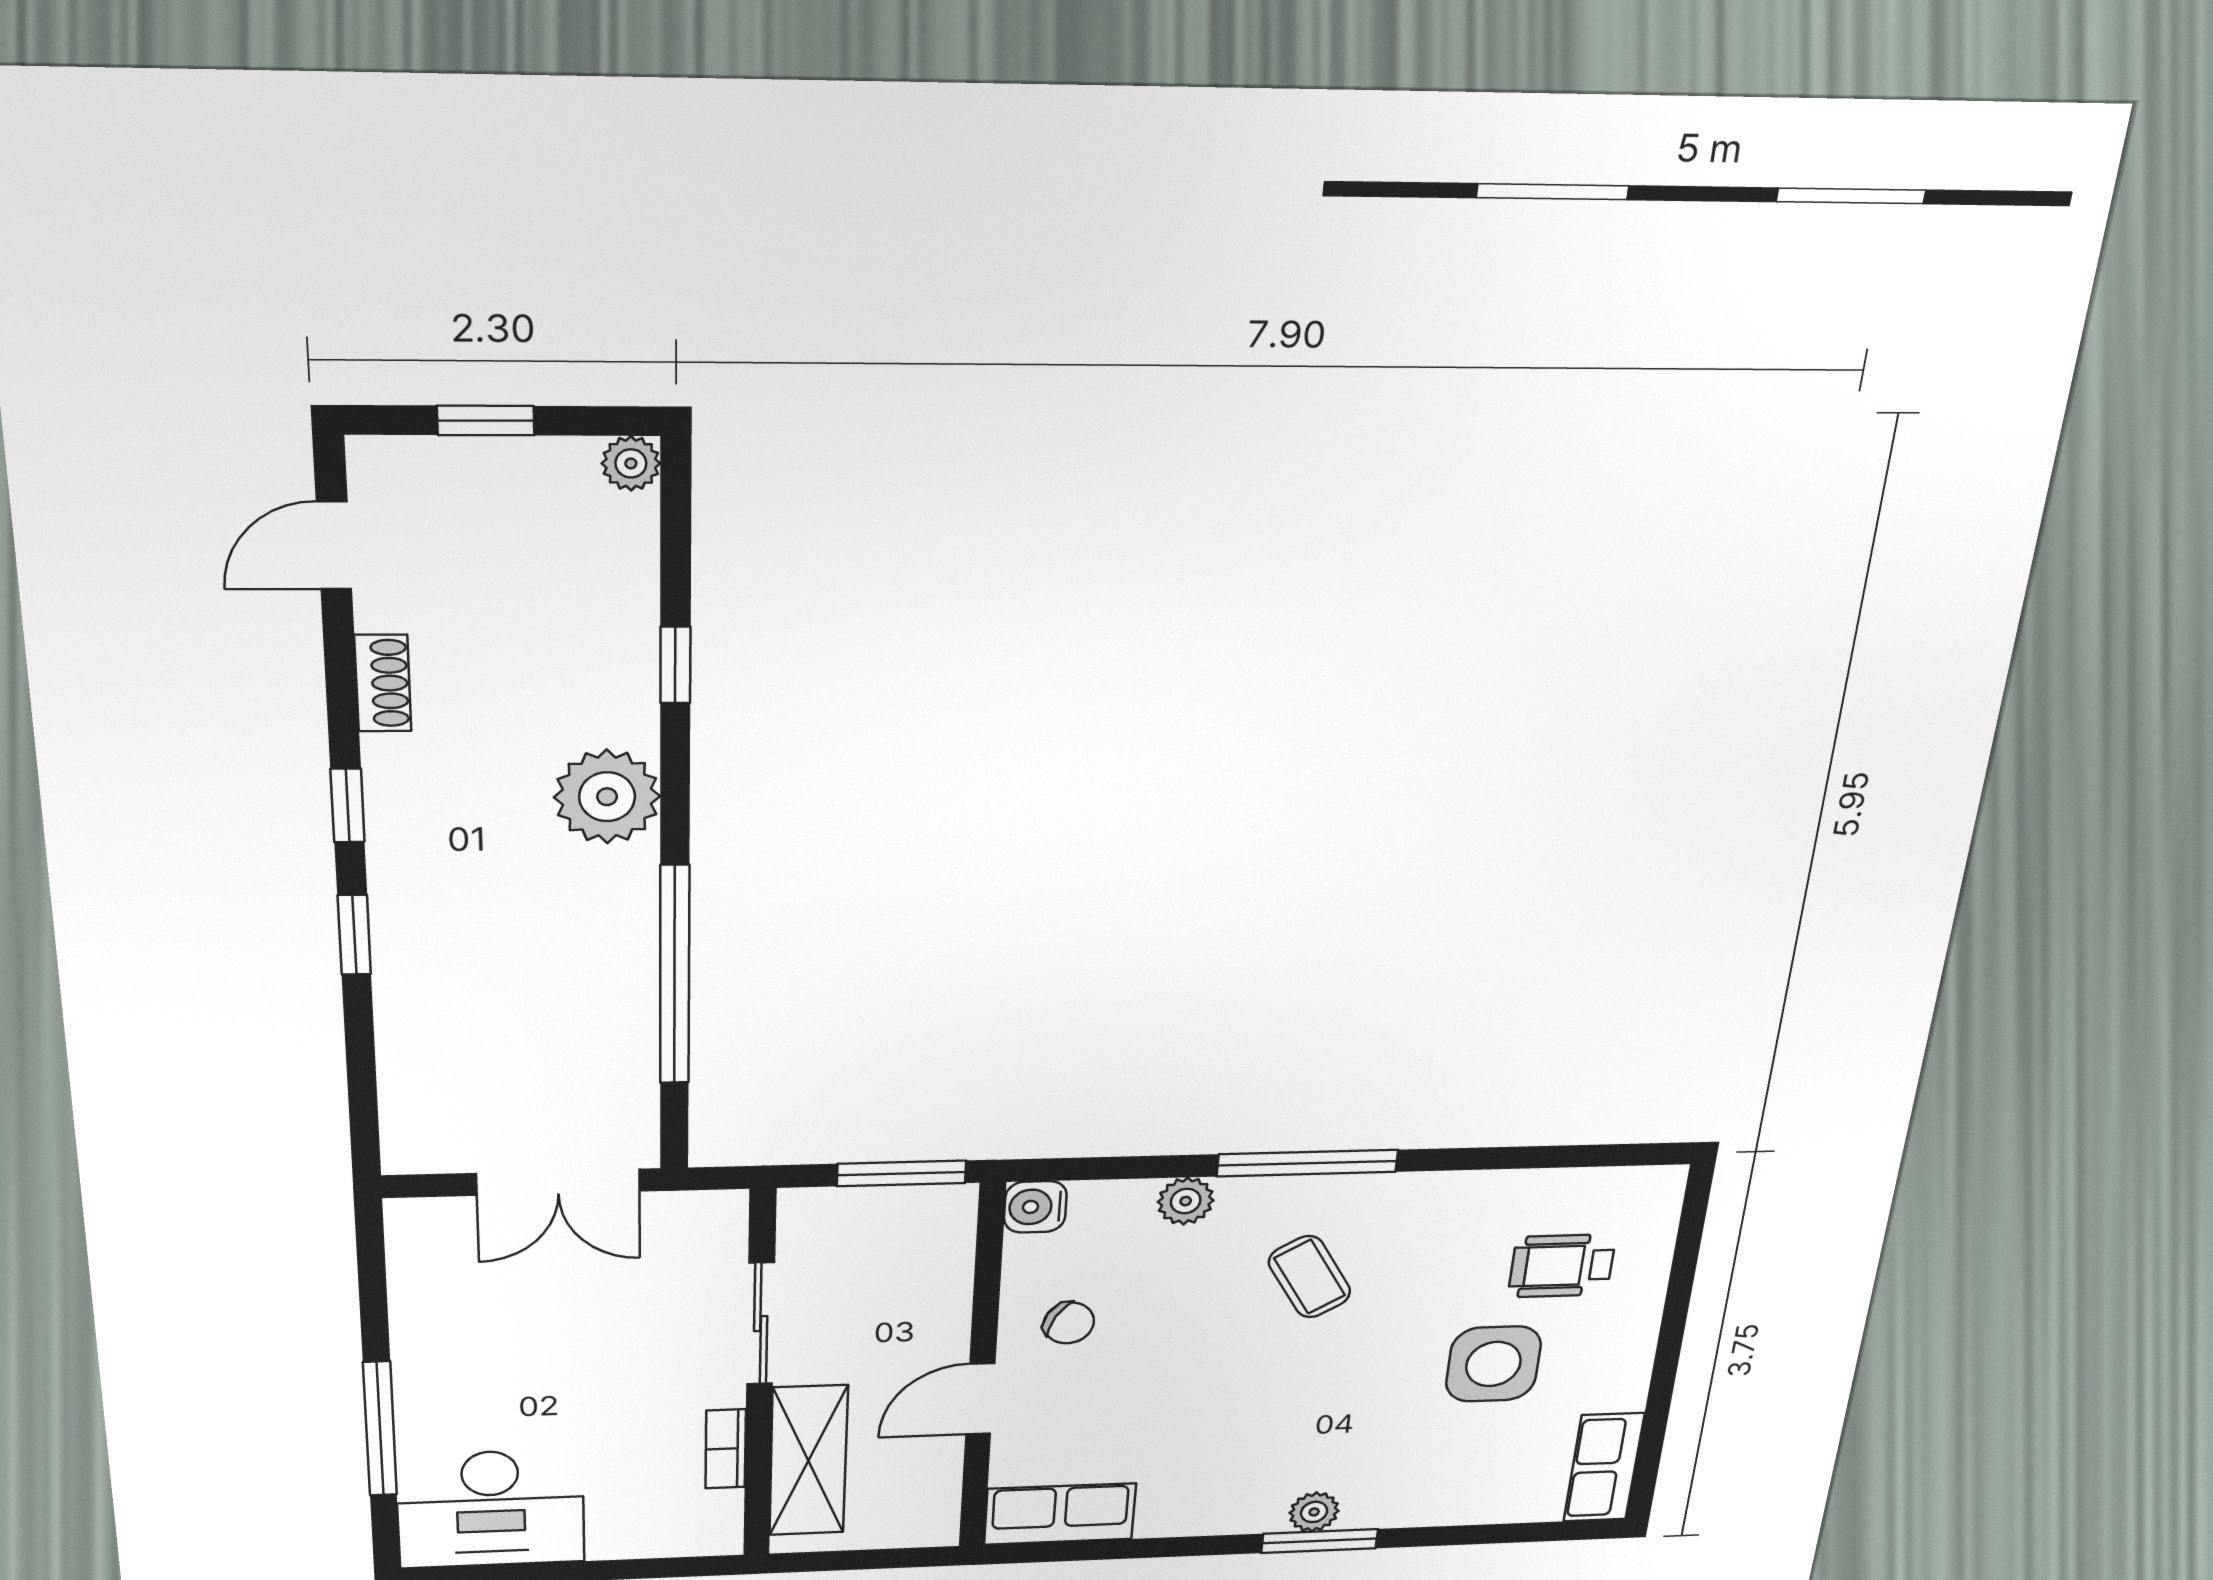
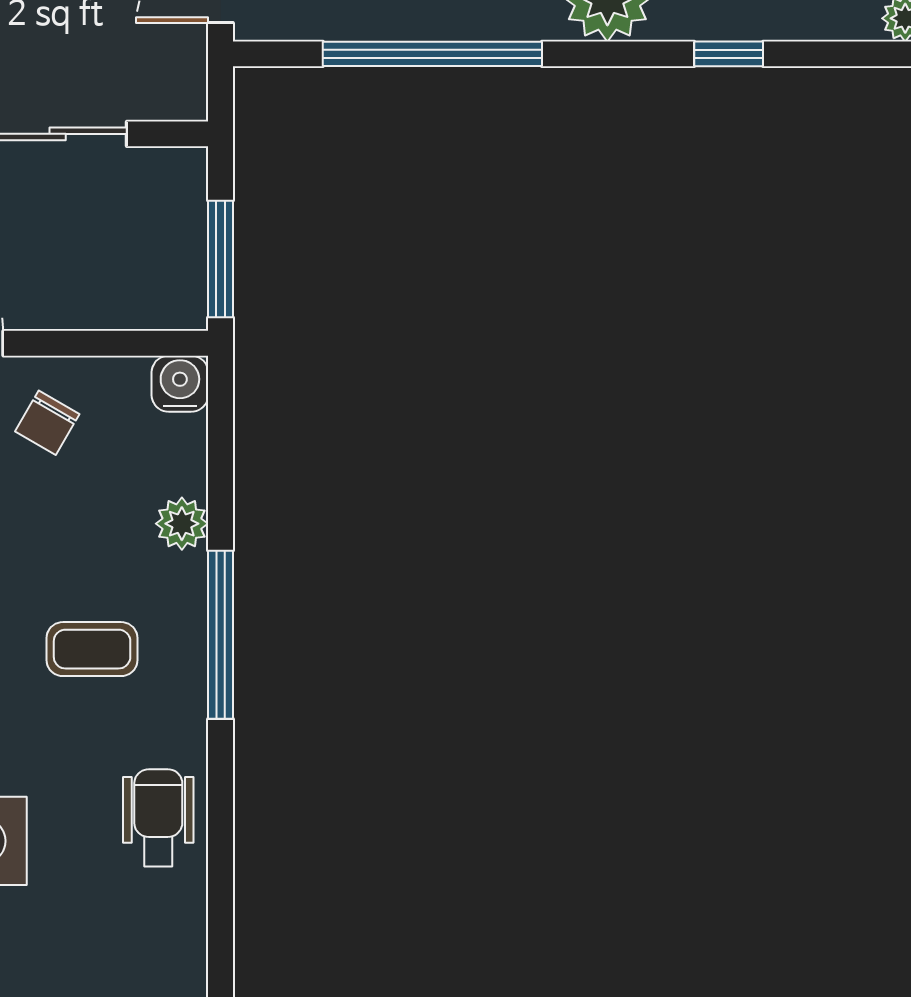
wheelchair: (1562, 1266) -> (158, 818), moved
coffee table: (1310, 1277) -> (92, 649), turned 31

